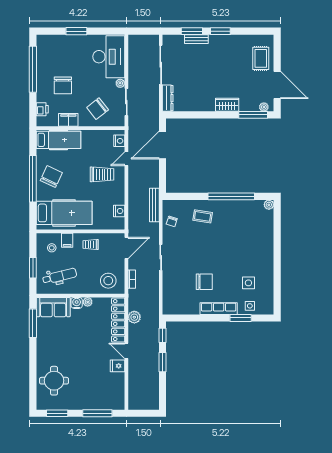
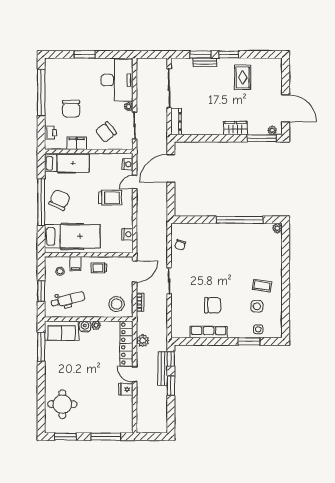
rug: (261, 58) -> (243, 77), moved
bench: (154, 205) -> (163, 369), moved
coffee table: (203, 216) -> (262, 285), moved
row of seats: (219, 309) -> (209, 332), moved

